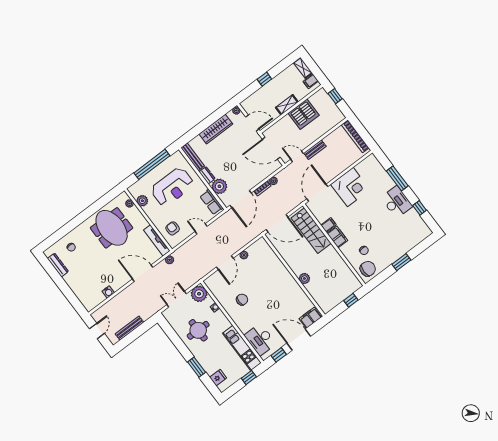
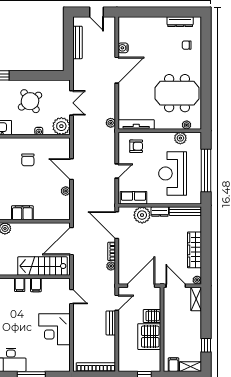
window: (264, 79) -> (206, 345), moved
shelving: (287, 105) -> (196, 299), moved
door: (252, 123) -> (176, 286), swing flipped
server rack: (287, 124) -> (152, 316), added
door: (317, 193) -> (72, 297), width x0.53
filing cabinet: (337, 237) -> (20, 285), width x0.50
door: (143, 273) -> (117, 70), moved
filing cabinet: (283, 275) -> (22, 213), added
round table: (198, 330) -> (30, 101), turned -35

